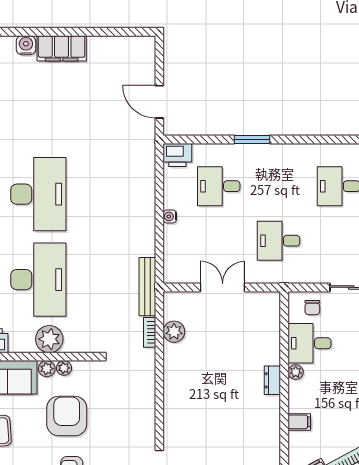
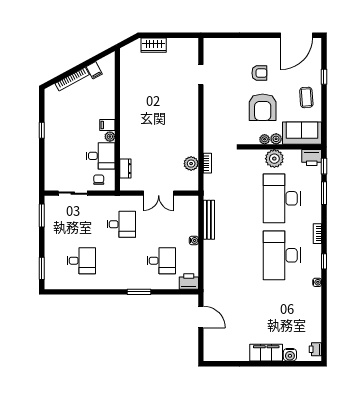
bench: (147, 287) -> (209, 220), moved
dresser: (272, 380) -> (125, 169), moved
filing cabinet: (299, 422) -> (107, 125), moved

